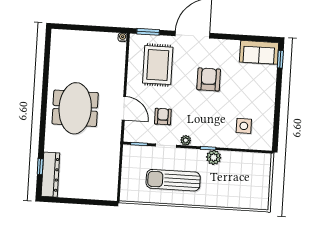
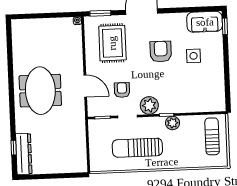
side table: (244, 126) -> (194, 56), moved
plant: (186, 140) -> (149, 105), width x1.87, depth x1.87
sun lounger: (255, 176) -> (212, 136), added

